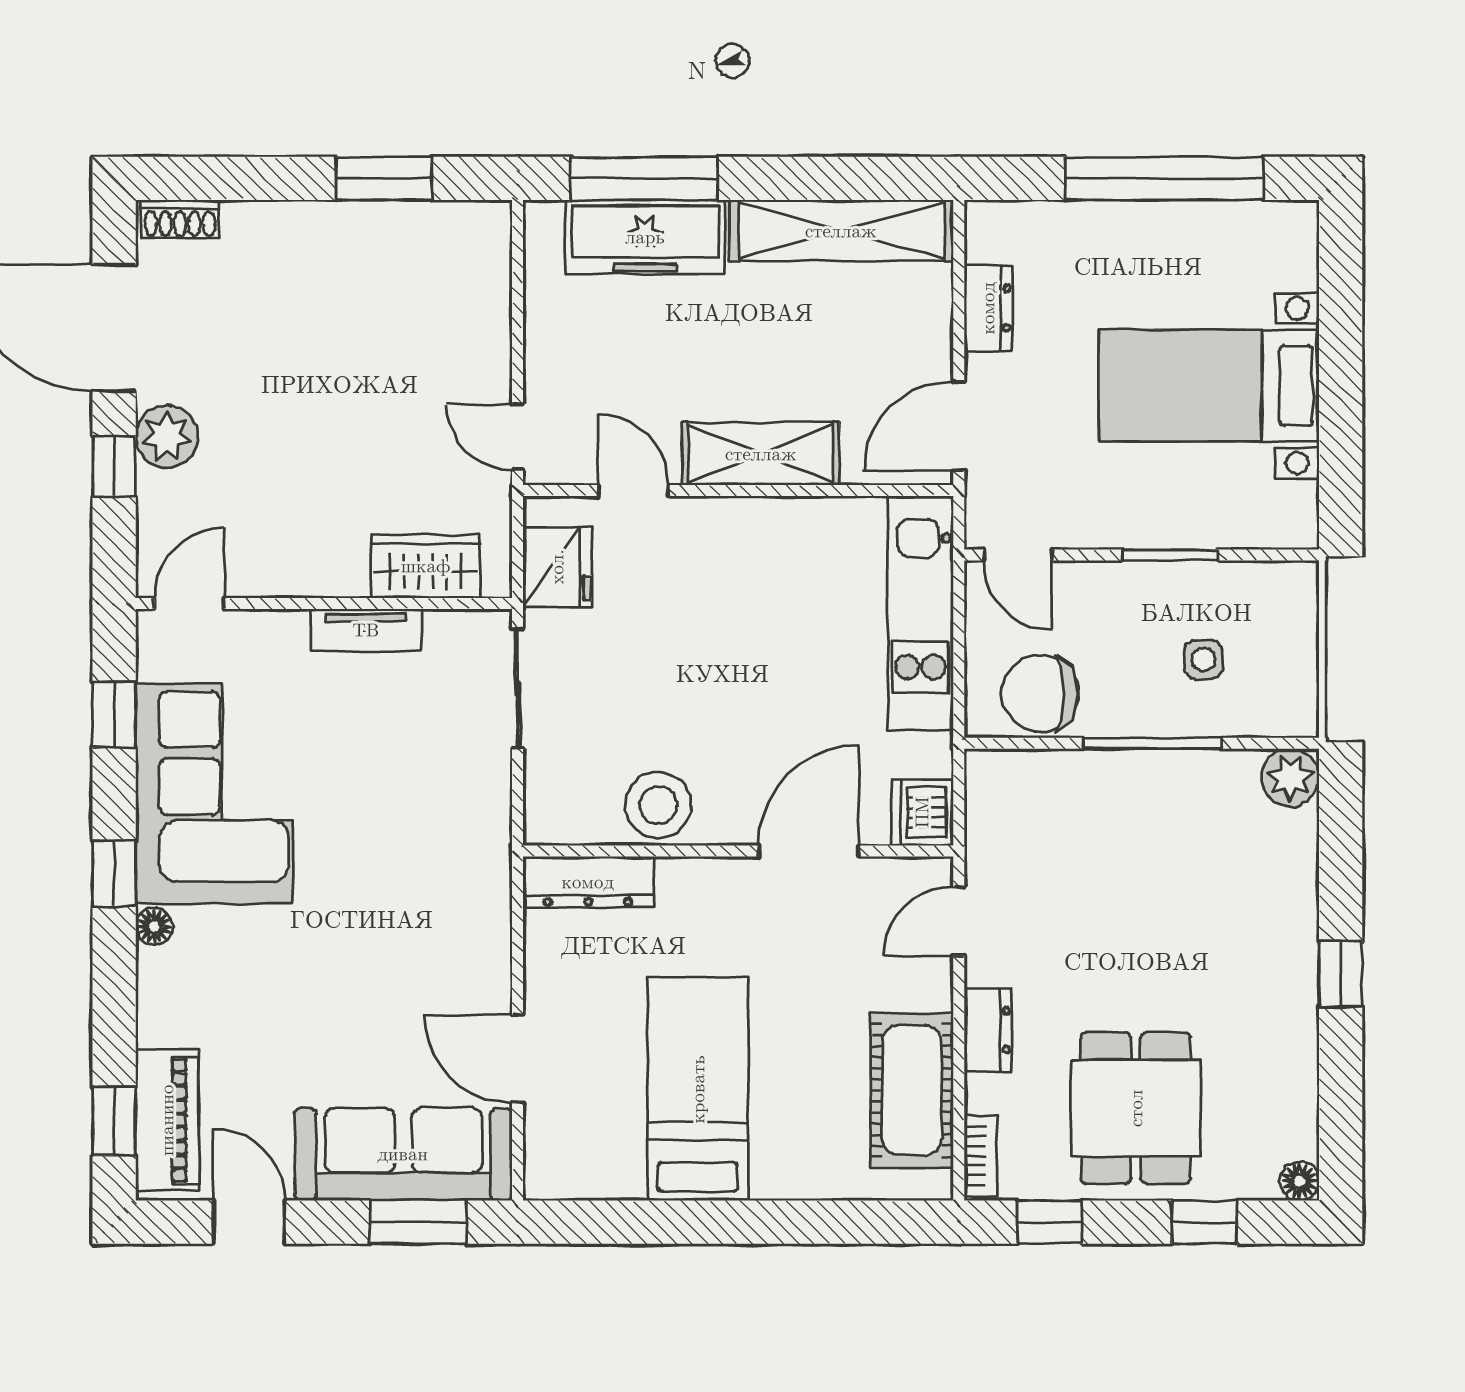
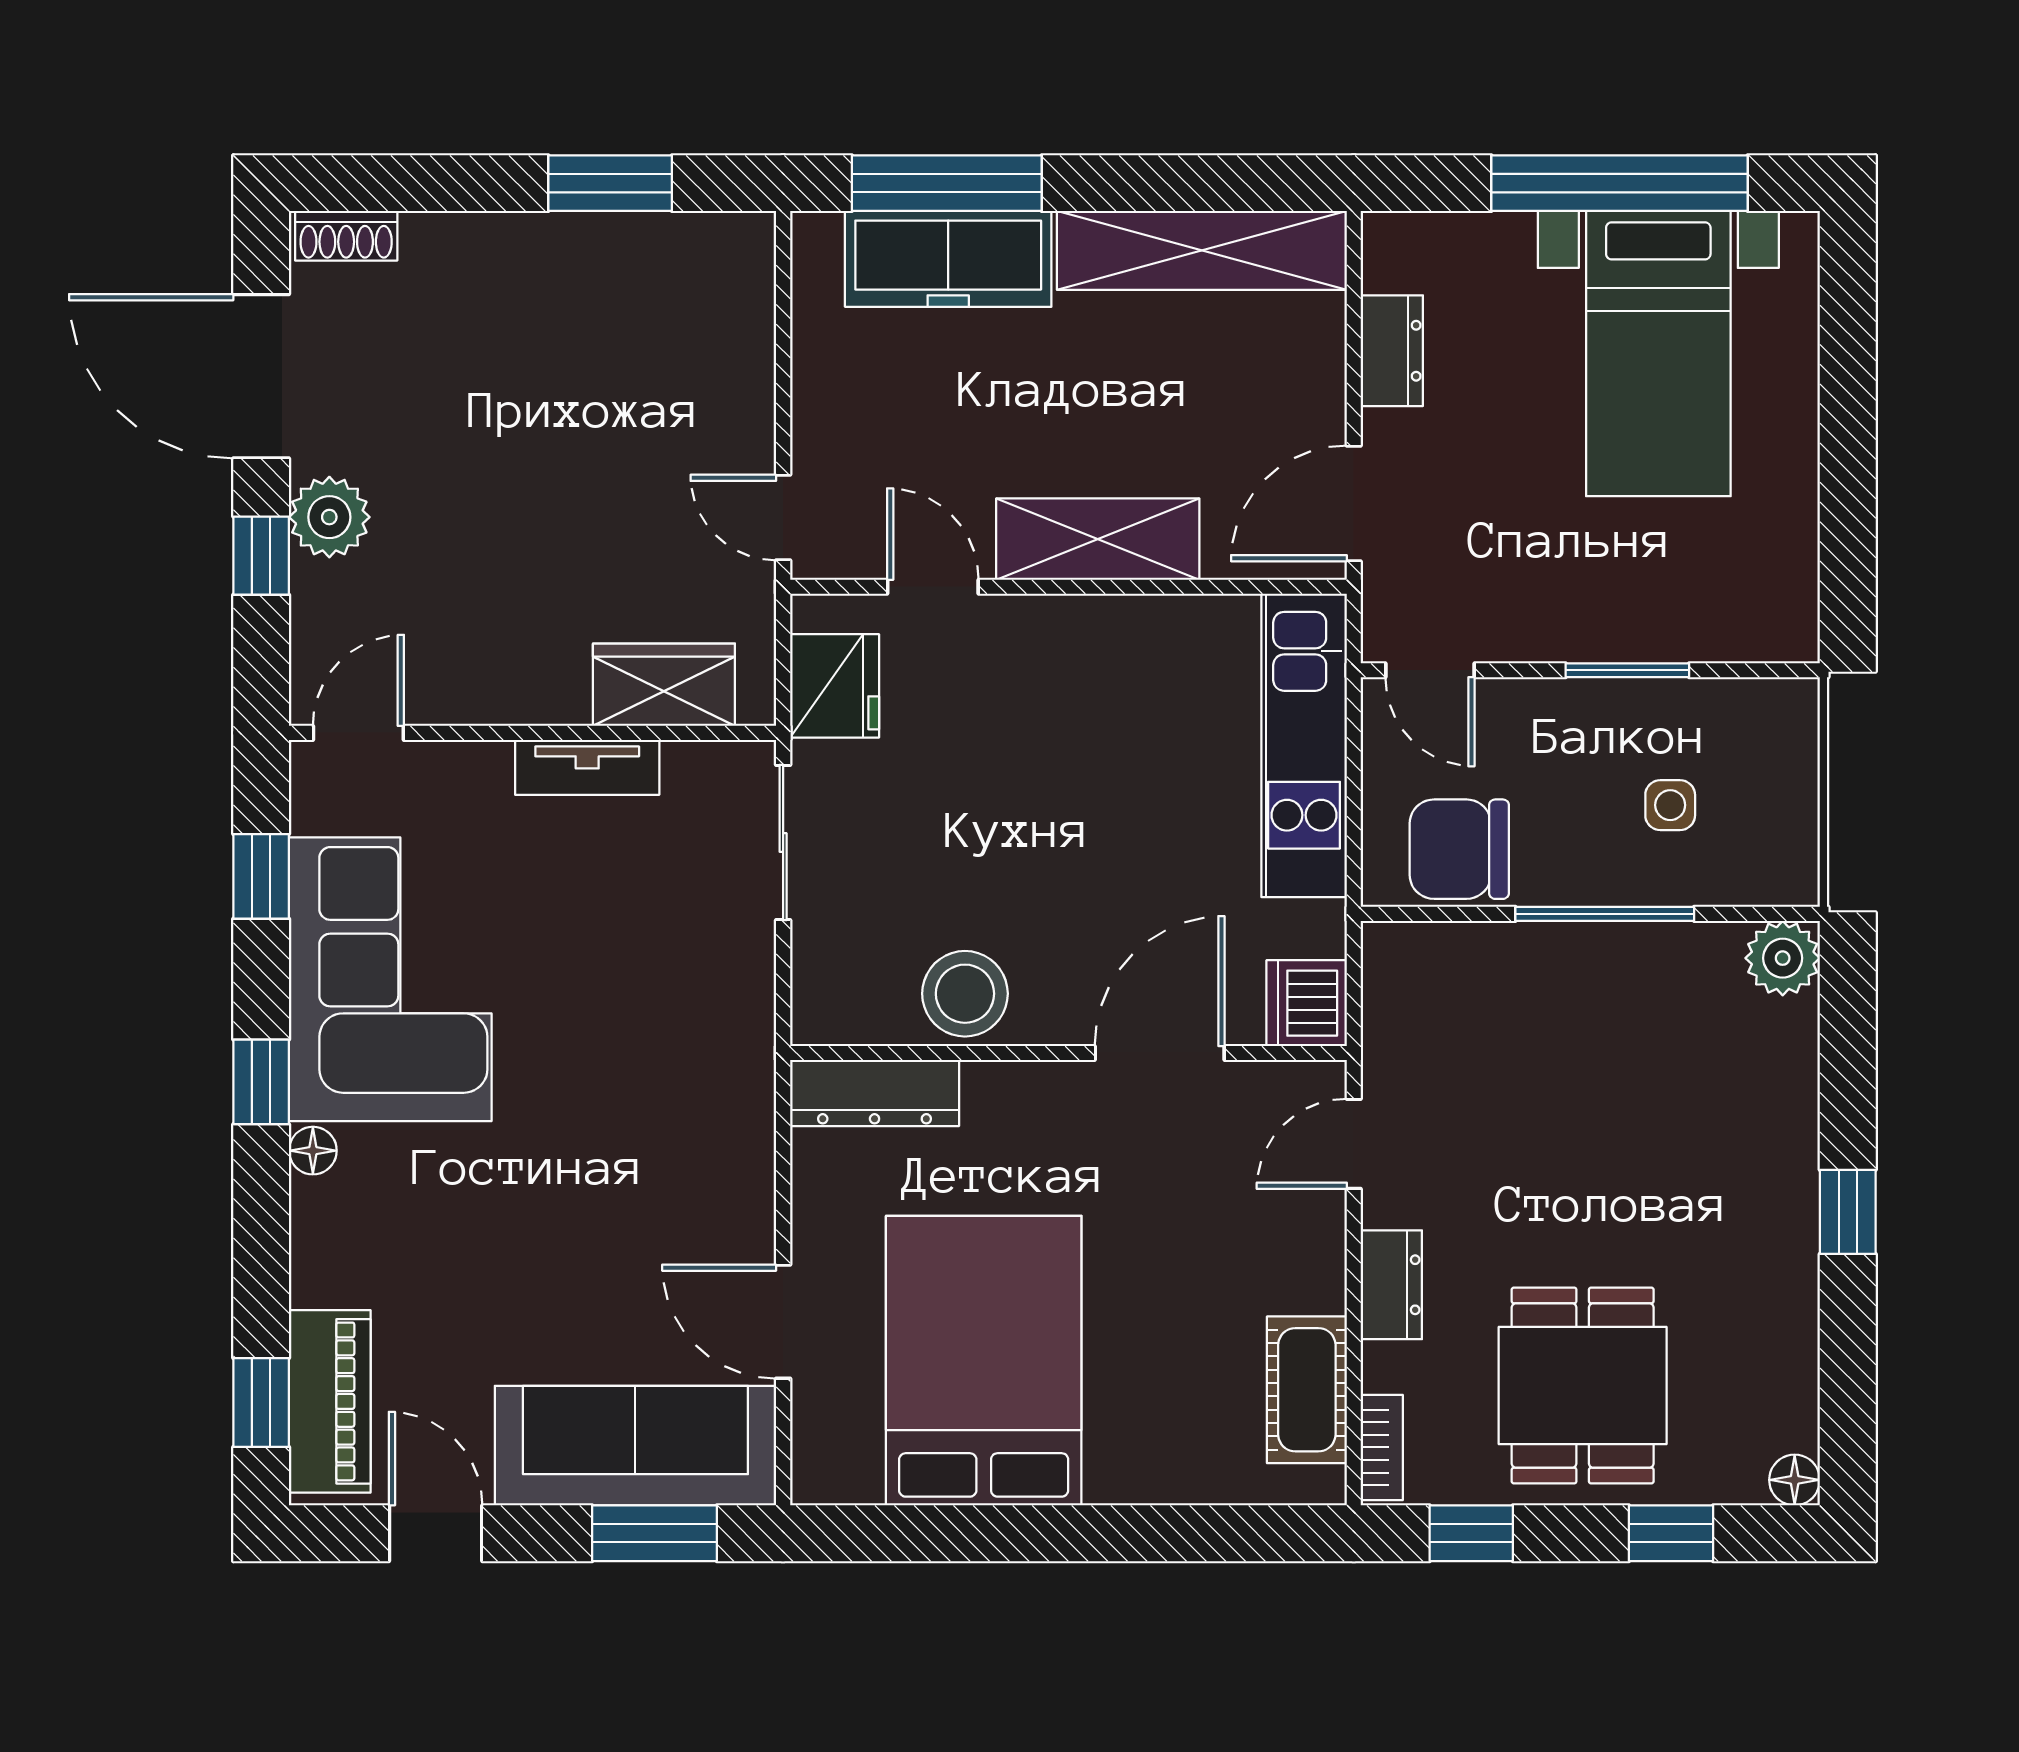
bed with nightstands: (1209, 386) -> (1658, 354), moved, turned -90
bed: (698, 1089) -> (984, 1361), width x1.50
cot: (912, 1090) -> (1307, 1390), width x0.73, depth x0.75

